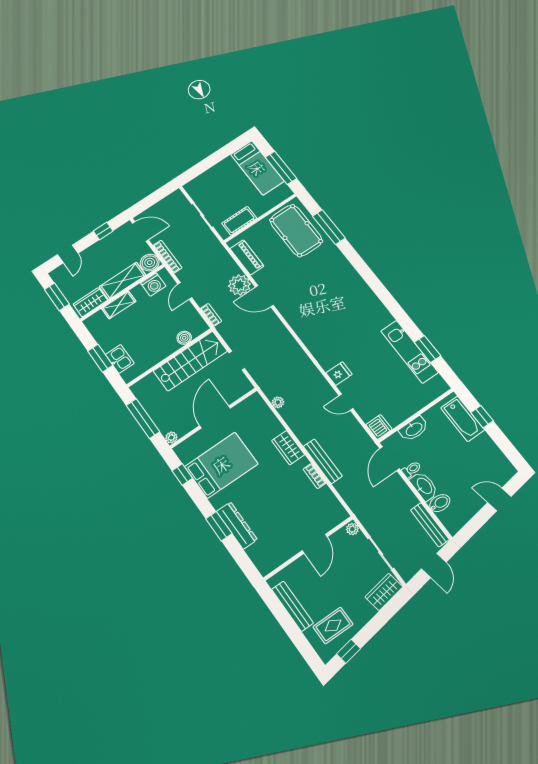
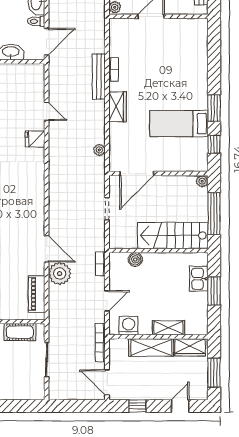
boiler: (150, 263) -> (118, 348), removed
stairs: (190, 361) -> (173, 236), moved
door: (215, 417) -> (137, 174), moved
dishwasher: (379, 427) -> (36, 73), removed
bed: (221, 465) -> (179, 124), width x0.67
dresser: (237, 525) -> (200, 73), removed
window: (219, 526) -> (214, 108), moved

